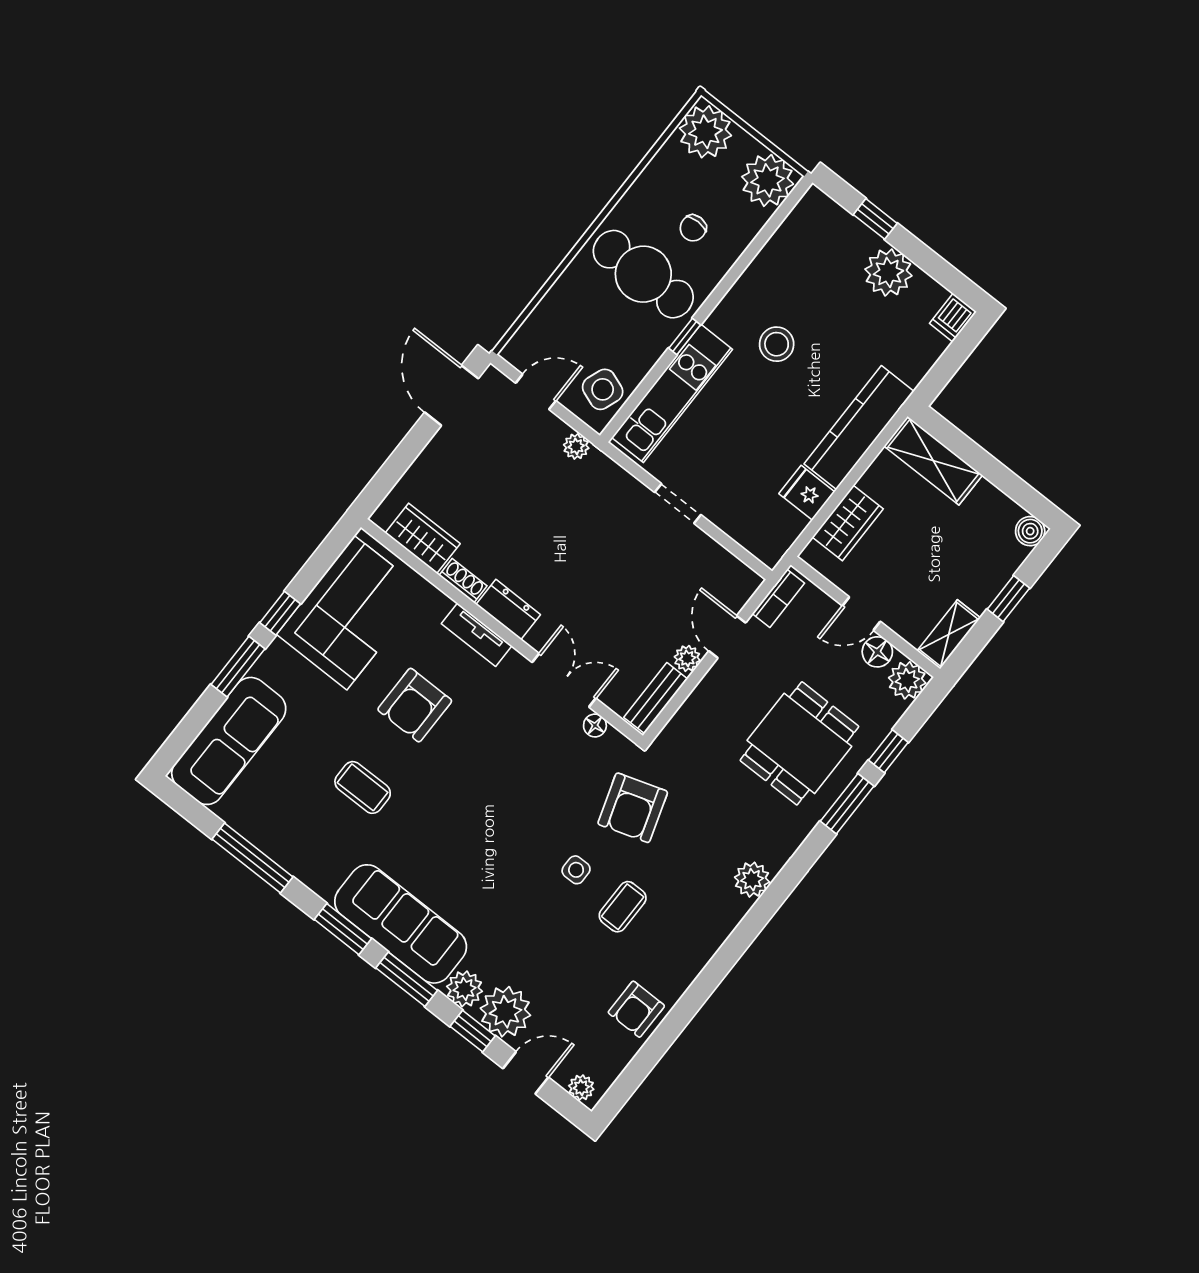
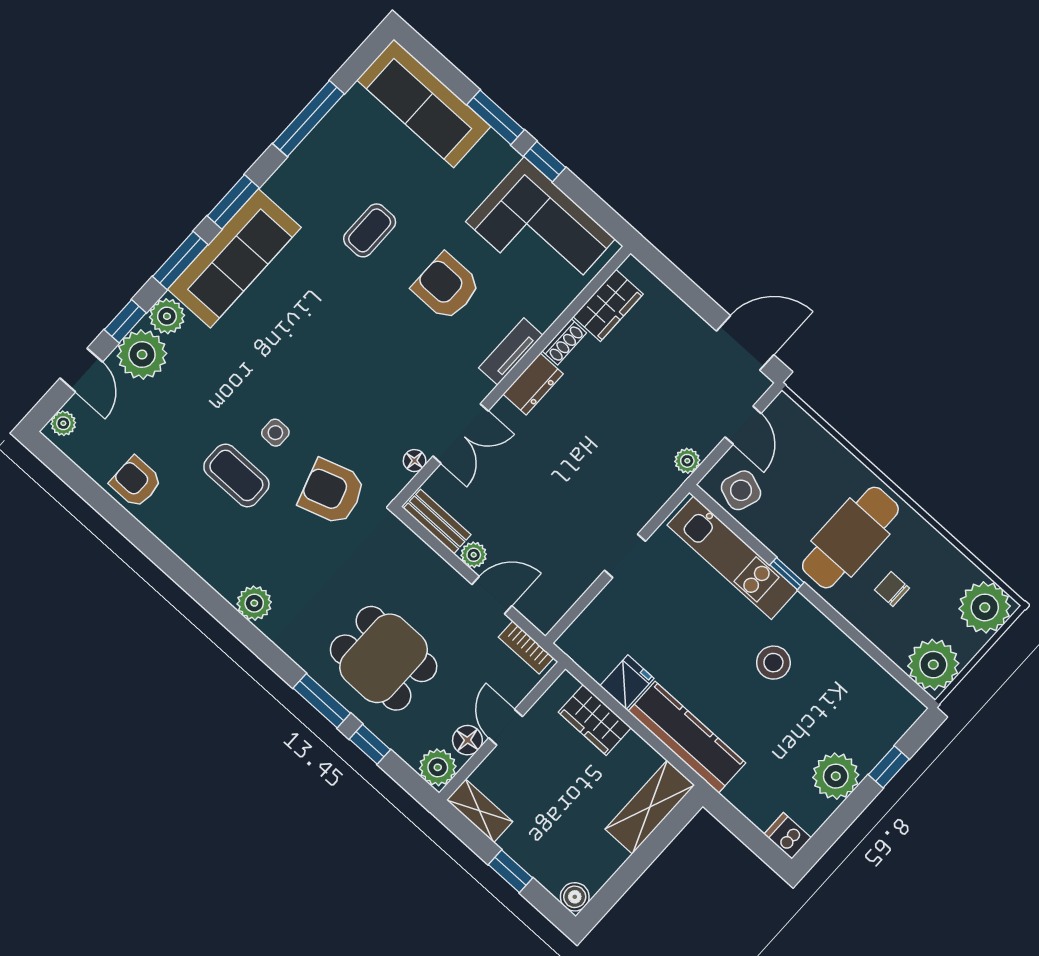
coffee table: (623, 907) -> (236, 475), width x1.36, depth x1.30

